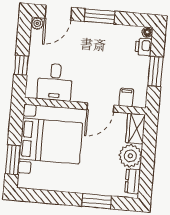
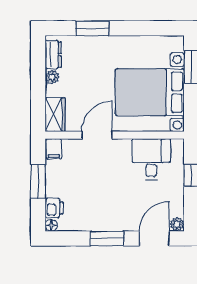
filing cabinet: (126, 98) -> (54, 149), moved
plant: (130, 156) -> (52, 77), width x0.53, depth x0.53

